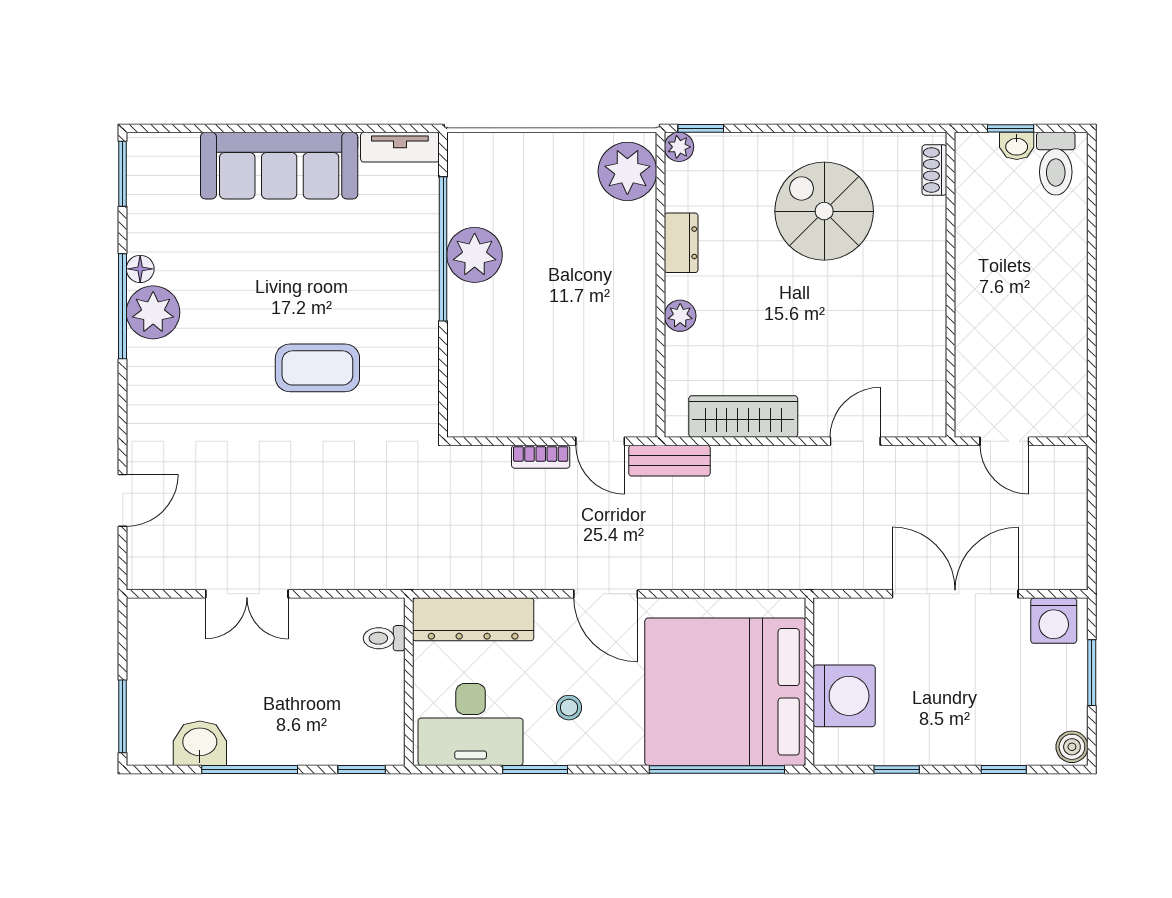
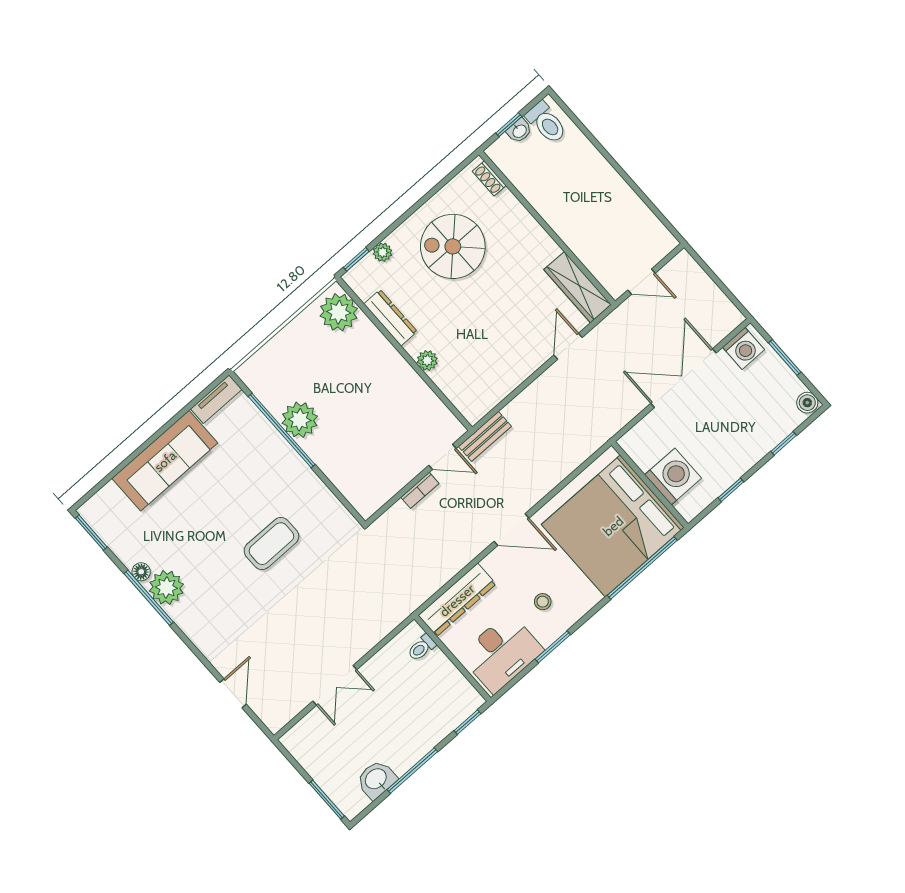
plant: (679, 147) -> (383, 252), moved
dresser: (681, 243) -> (391, 318), width x1.44
wardrobe: (743, 416) -> (578, 287), moved, turned -90

